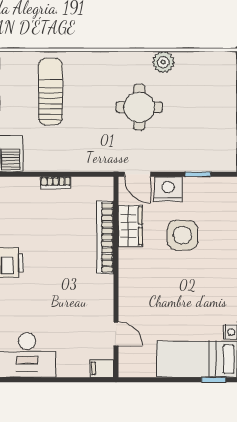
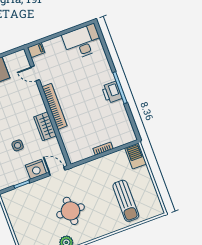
wardrobe: (130, 226) -> (45, 126), moved
side table: (182, 235) -> (18, 145), width x0.54, depth x0.54
bookcase: (105, 237) -> (54, 106), moved

